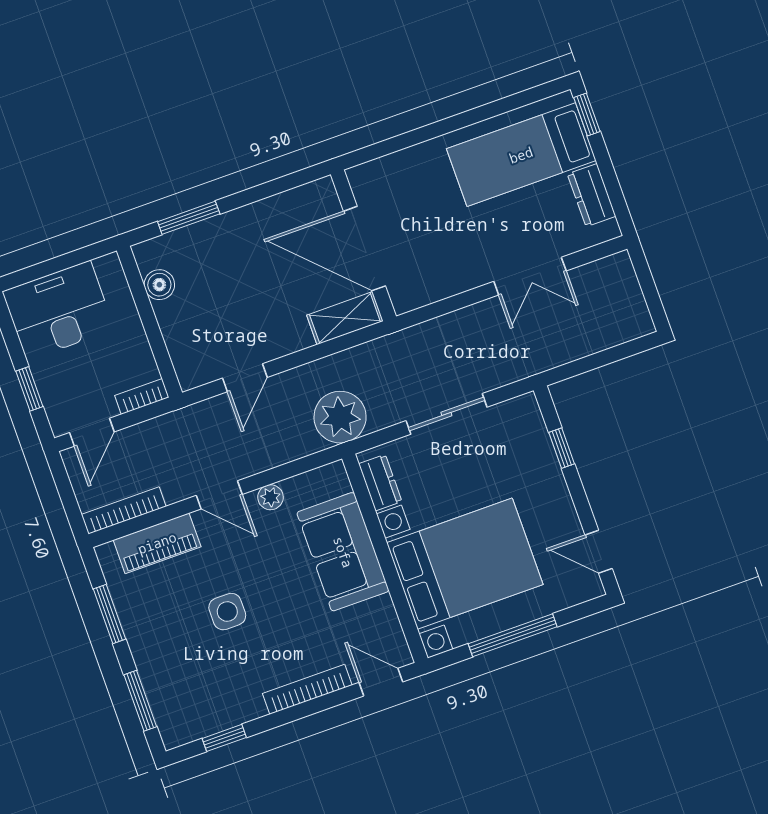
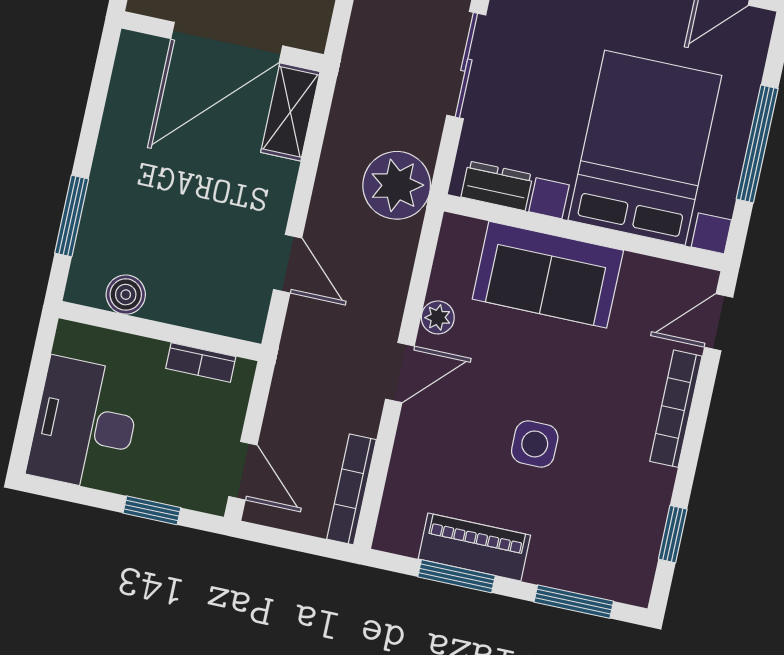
bookcase: (142, 396) -> (201, 363), moved, turned -90
piano: (157, 543) -> (474, 547), moved, turned -90

